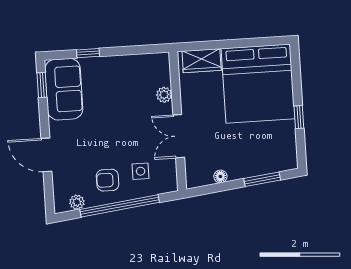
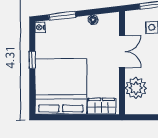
plant: (164, 95) -> (136, 88), width x1.87, depth x1.87
nightstand: (291, 162) -> (40, 27), added

